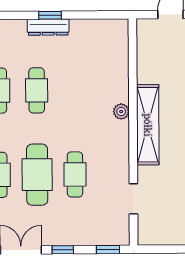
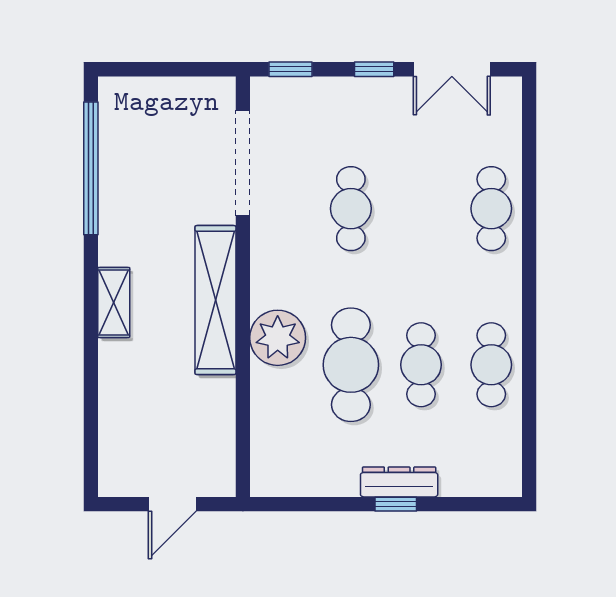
plant: (121, 111) -> (278, 338), width x1.88, depth x1.88
cafe table: (37, 175) -> (351, 365), moved
doorway: (133, 199) -> (243, 163), width x1.87

